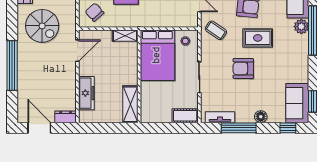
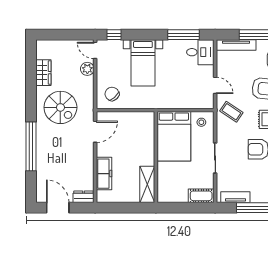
shelving: (125, 36) -> (142, 117), removed

